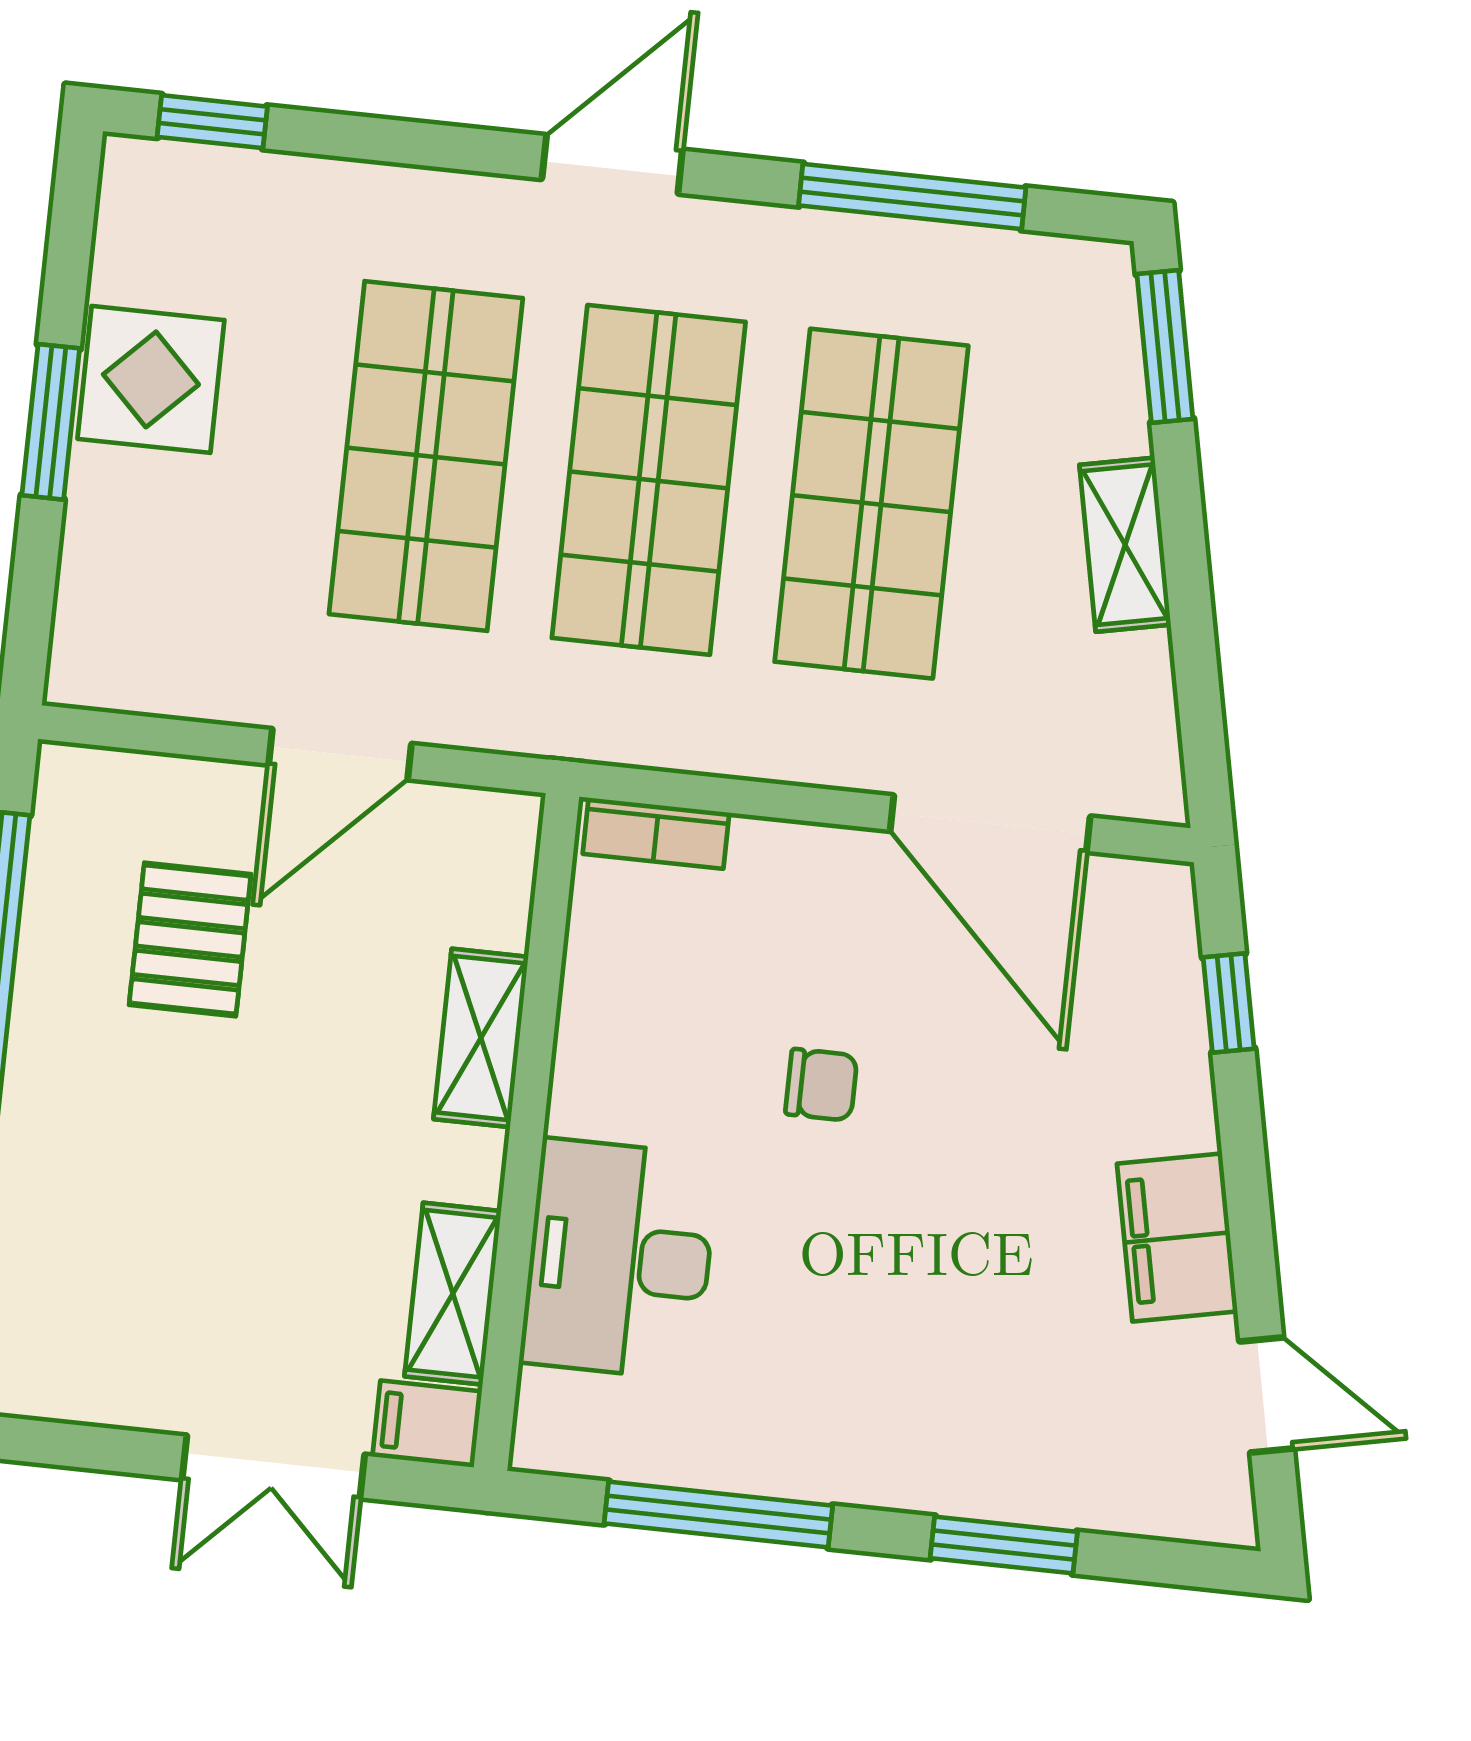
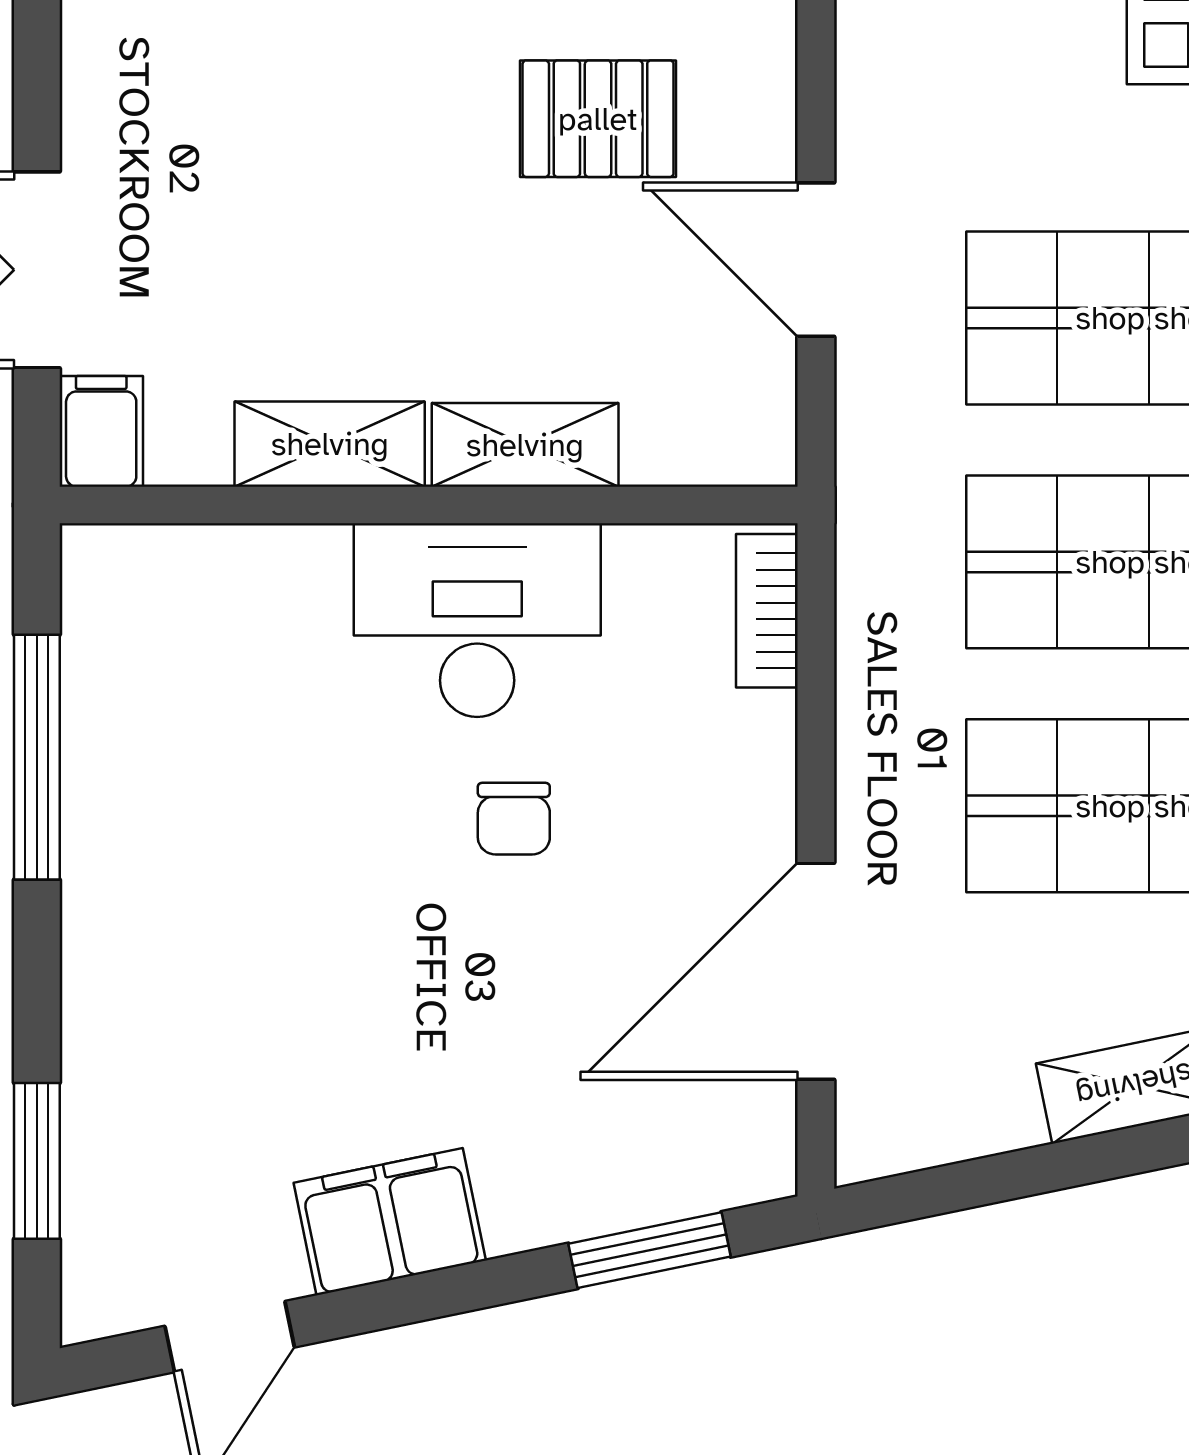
window: (1229, 1003) -> (649, 1250), width x1.50
desk: (619, 1259) -> (477, 620), moved
shelving: (453, 1294) -> (330, 444), moved
window: (1004, 1545) -> (37, 1161), moved

